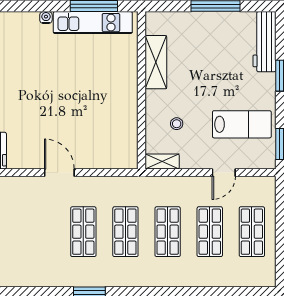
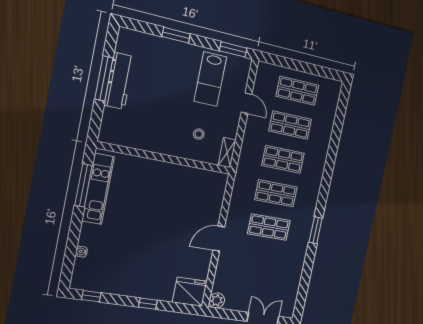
water cooler: (46, 18) -> (81, 252), moved
workbench: (265, 42) -> (119, 81), moved, turned -90
shelving: (156, 62) -> (143, 141), removed
lab bench: (242, 124) -> (210, 79), turned 180

